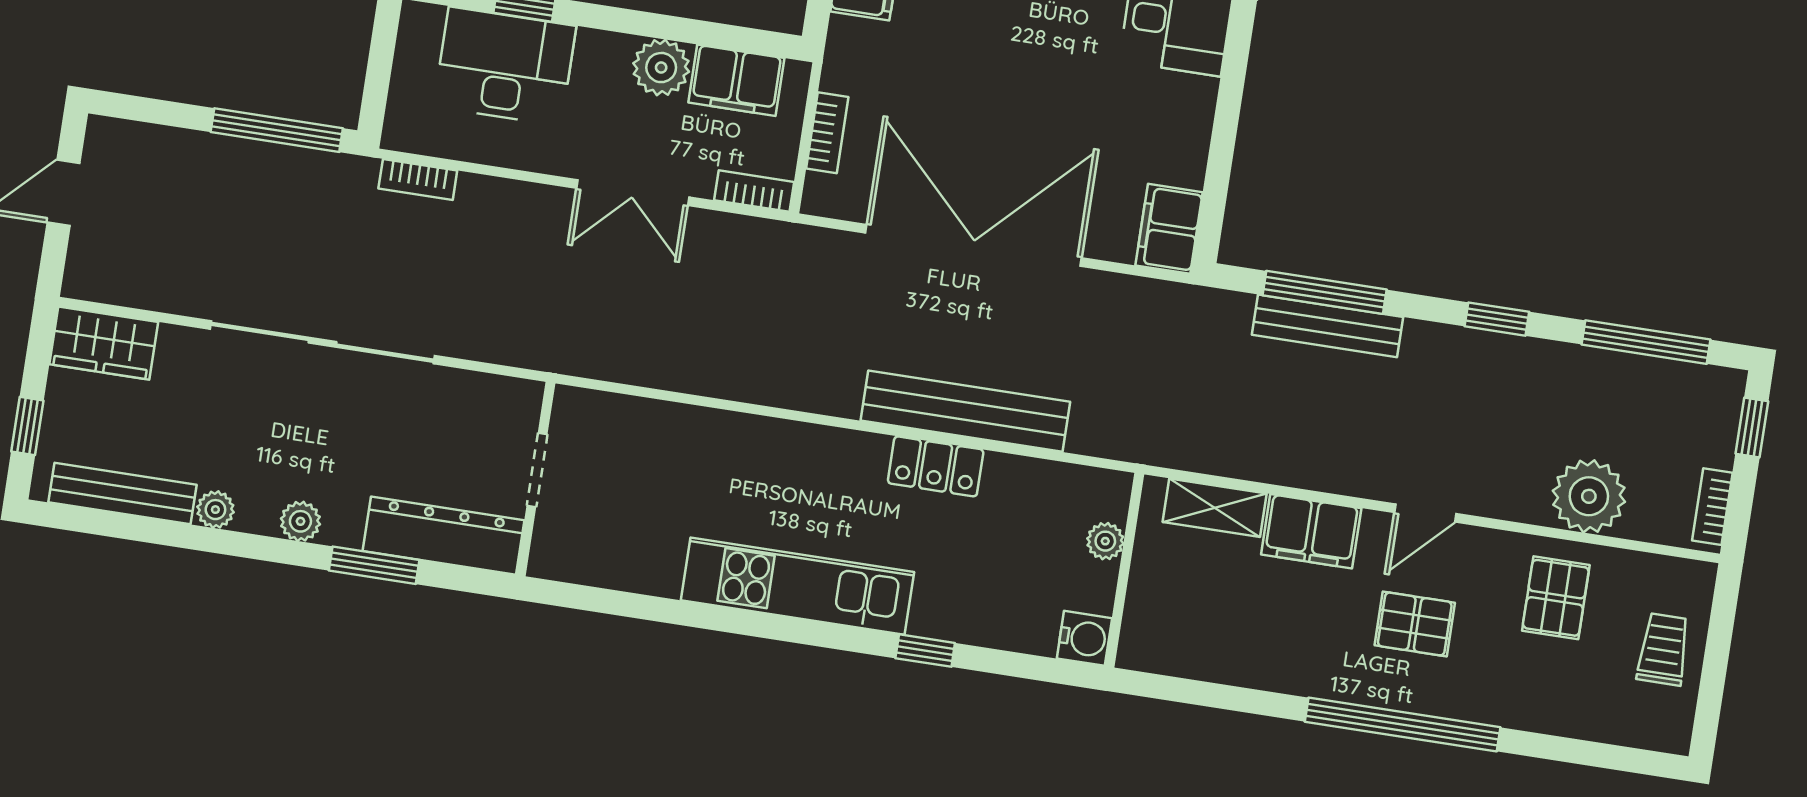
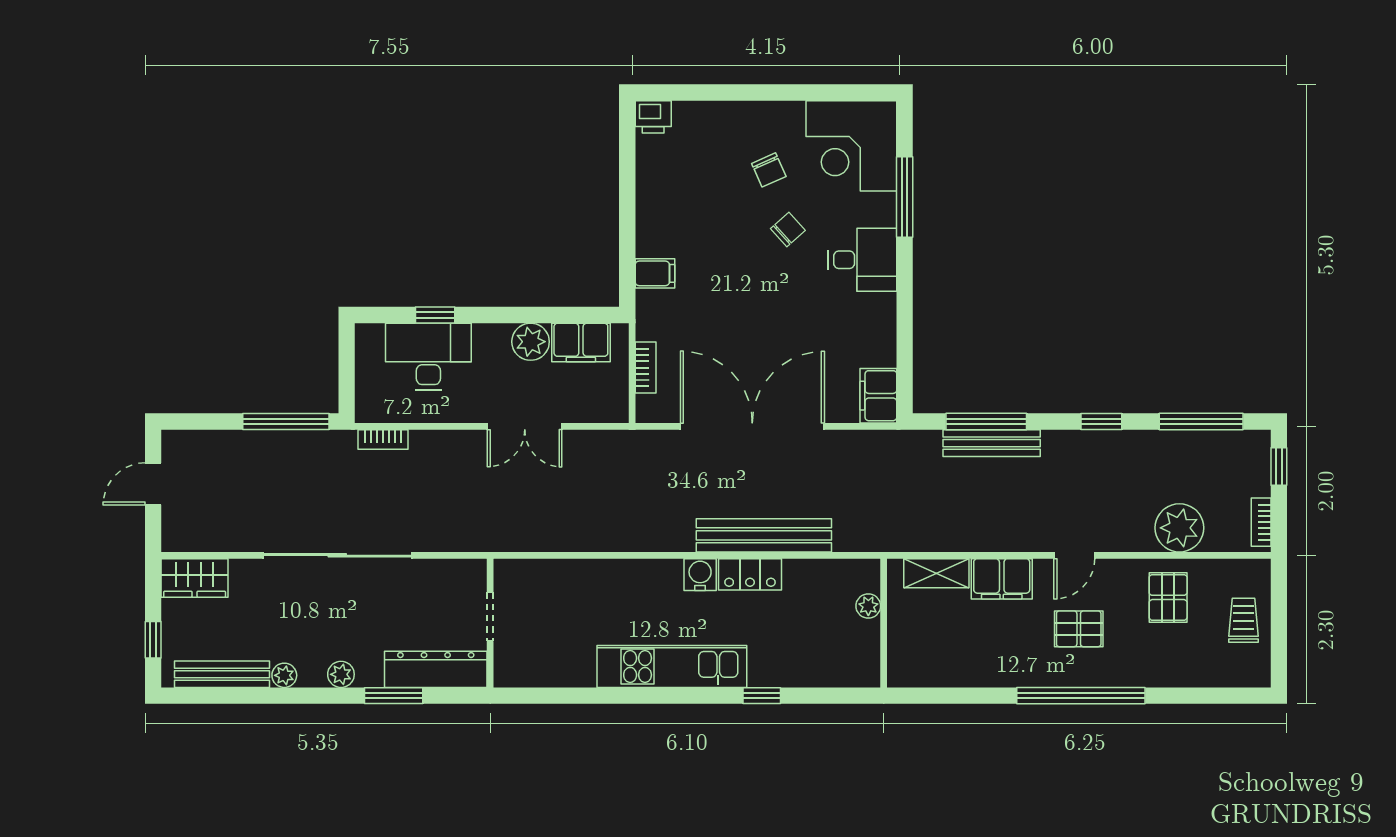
bookcase: (754, 191) -> (604, 413), removed
water cooler: (1084, 638) -> (700, 575), moved, turned -90

